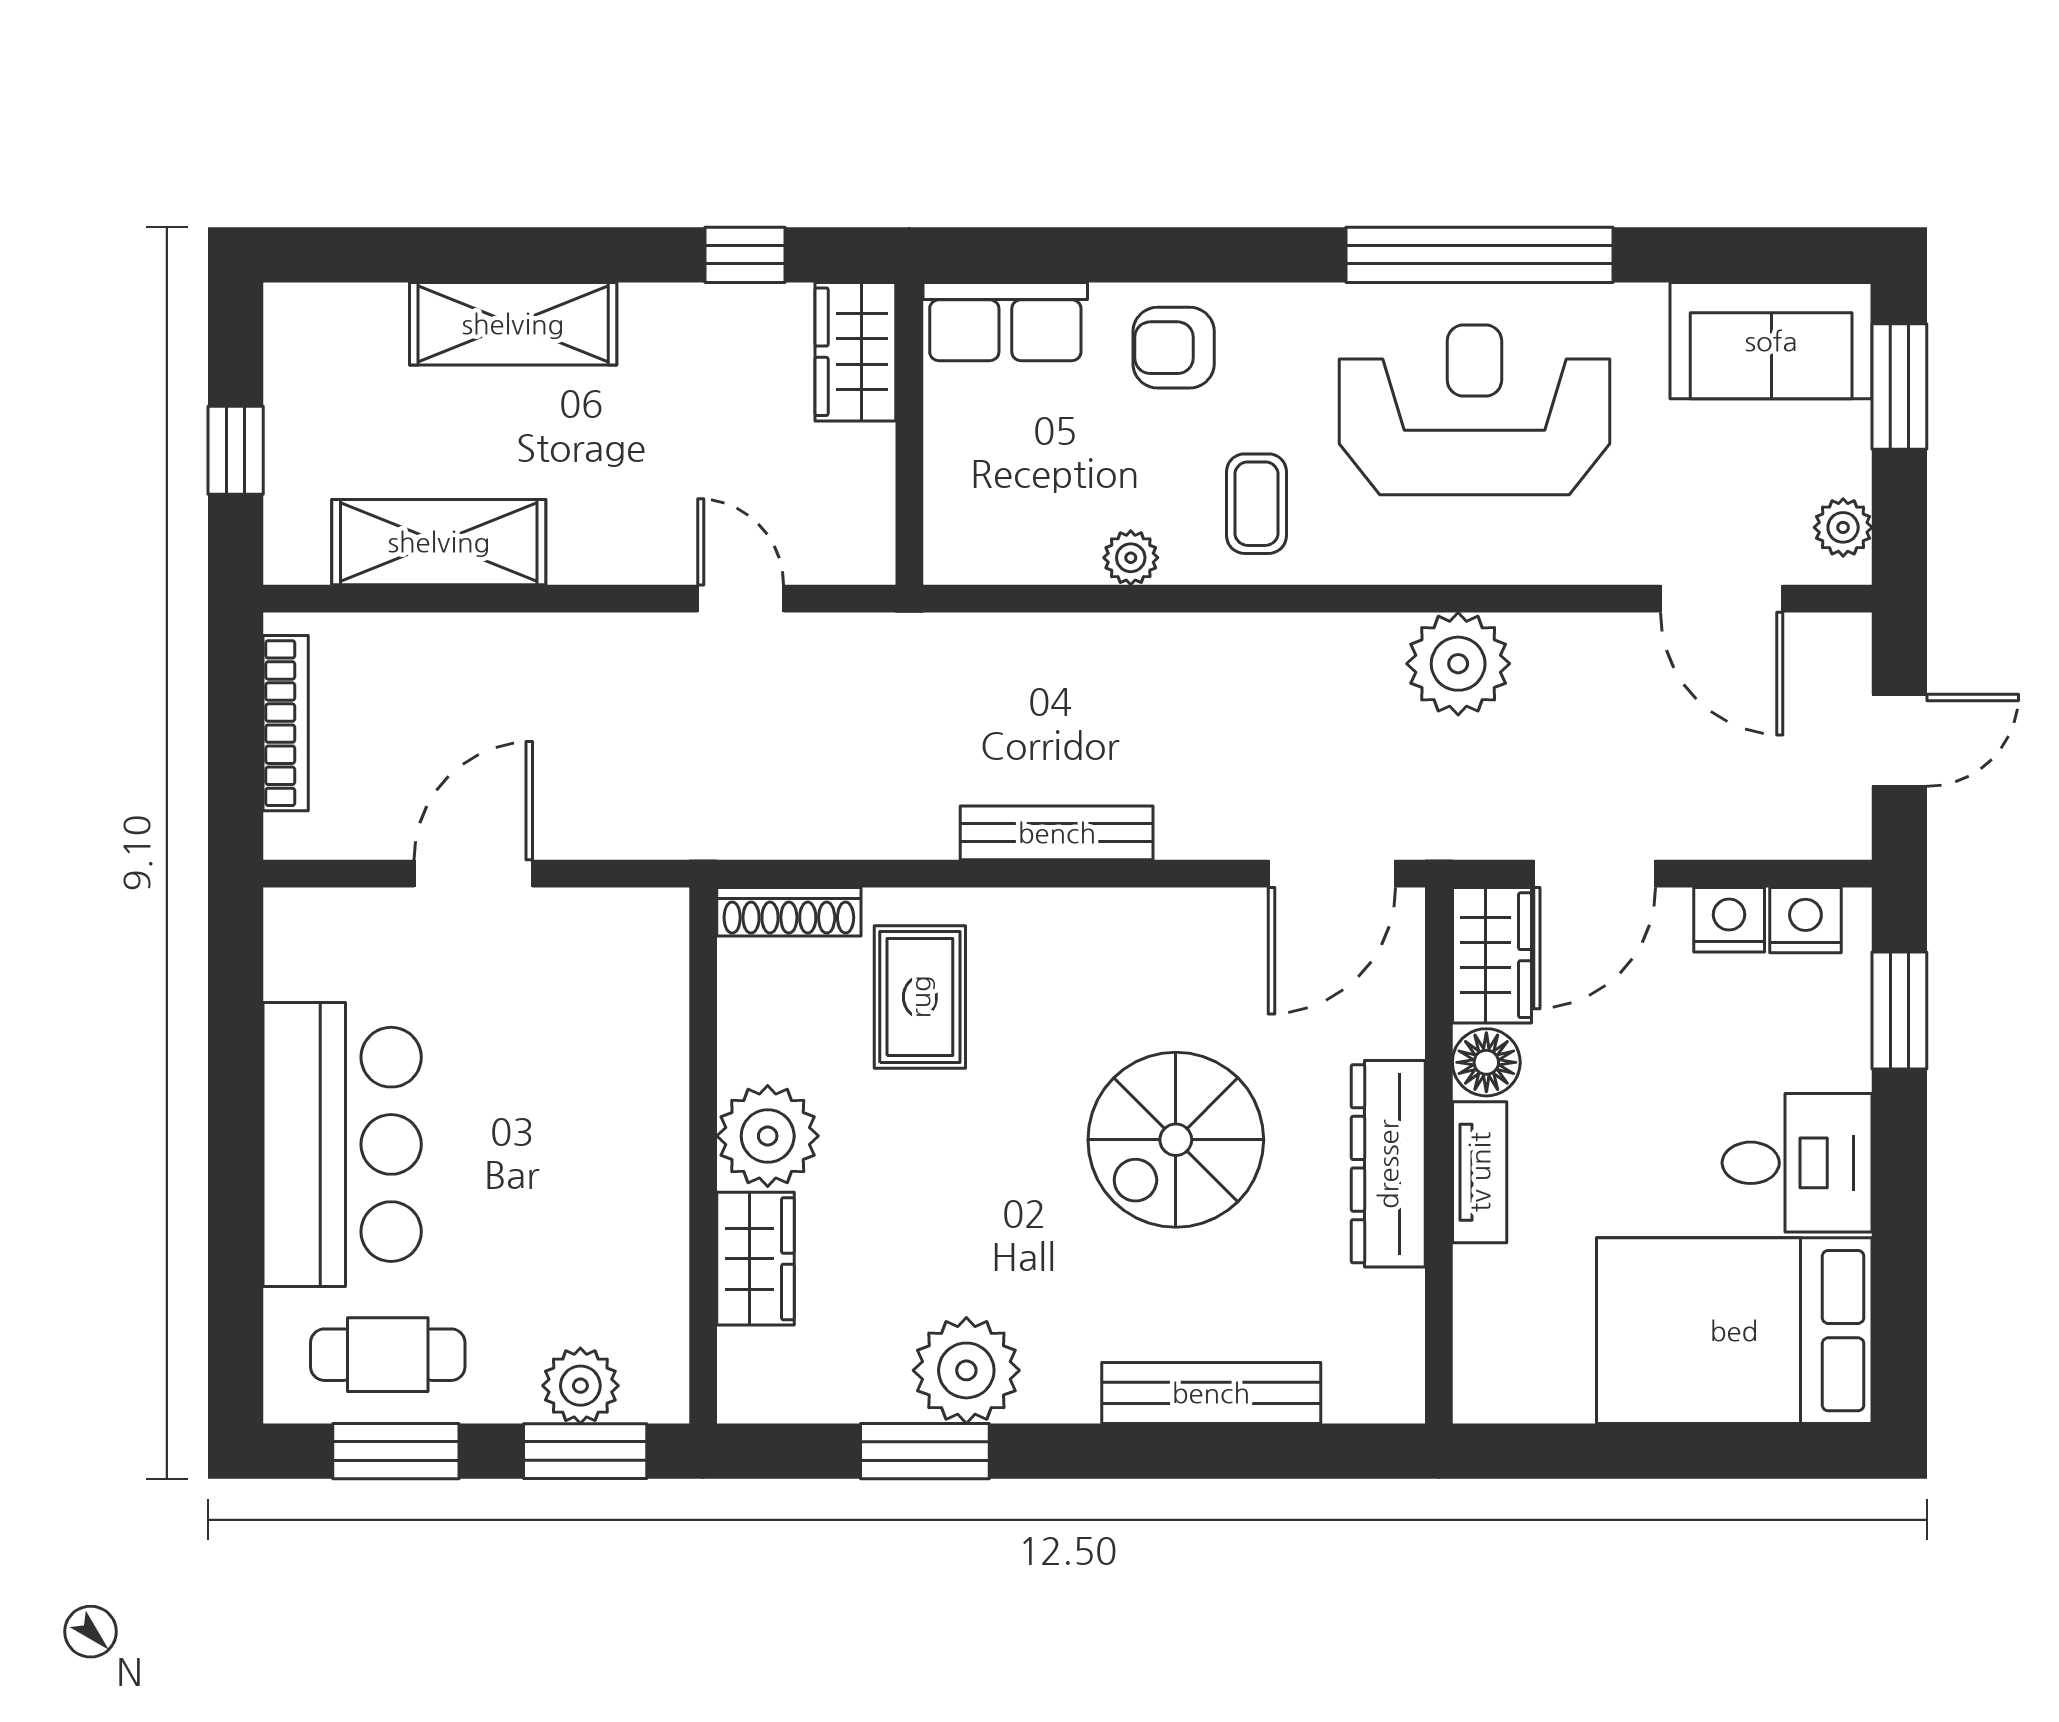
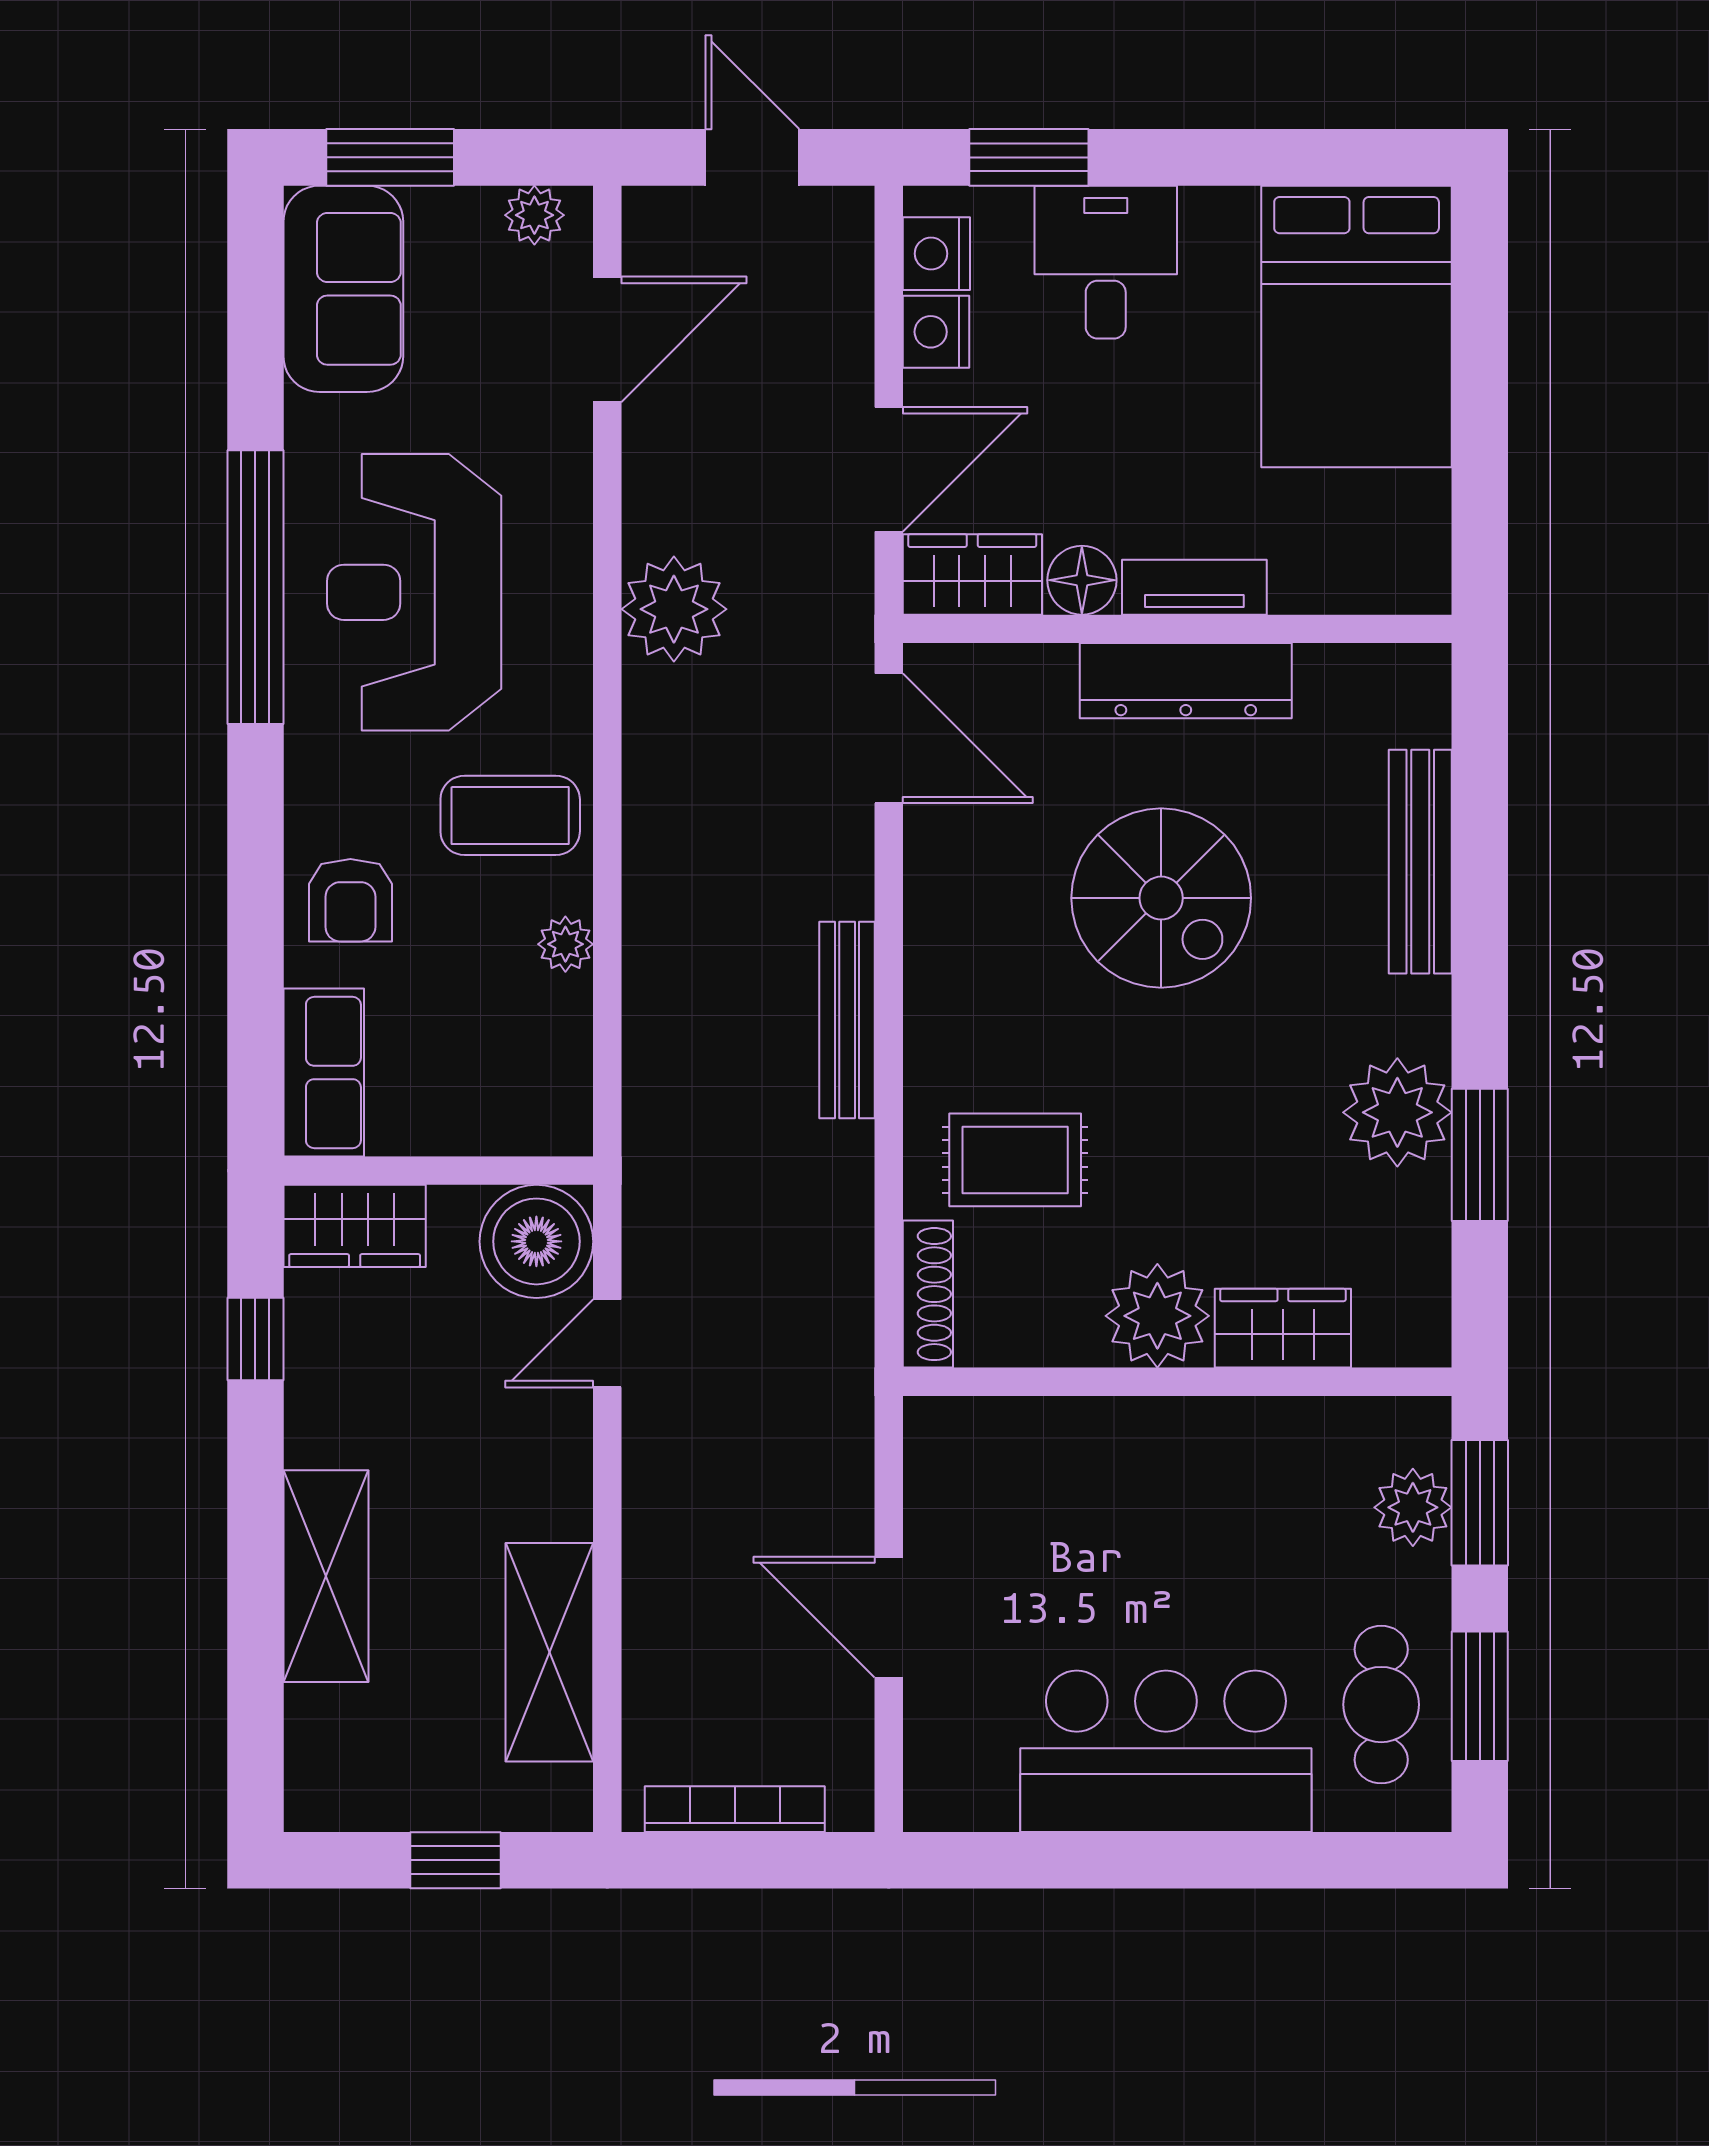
coffee table: (1257, 504) -> (510, 815), width x1.36, depth x1.30
boiler: (840, 529) -> (536, 1241), added
door: (1595, 874) -> (889, 469), hinge flipped
desk: (1797, 1163) -> (1106, 262), moved

